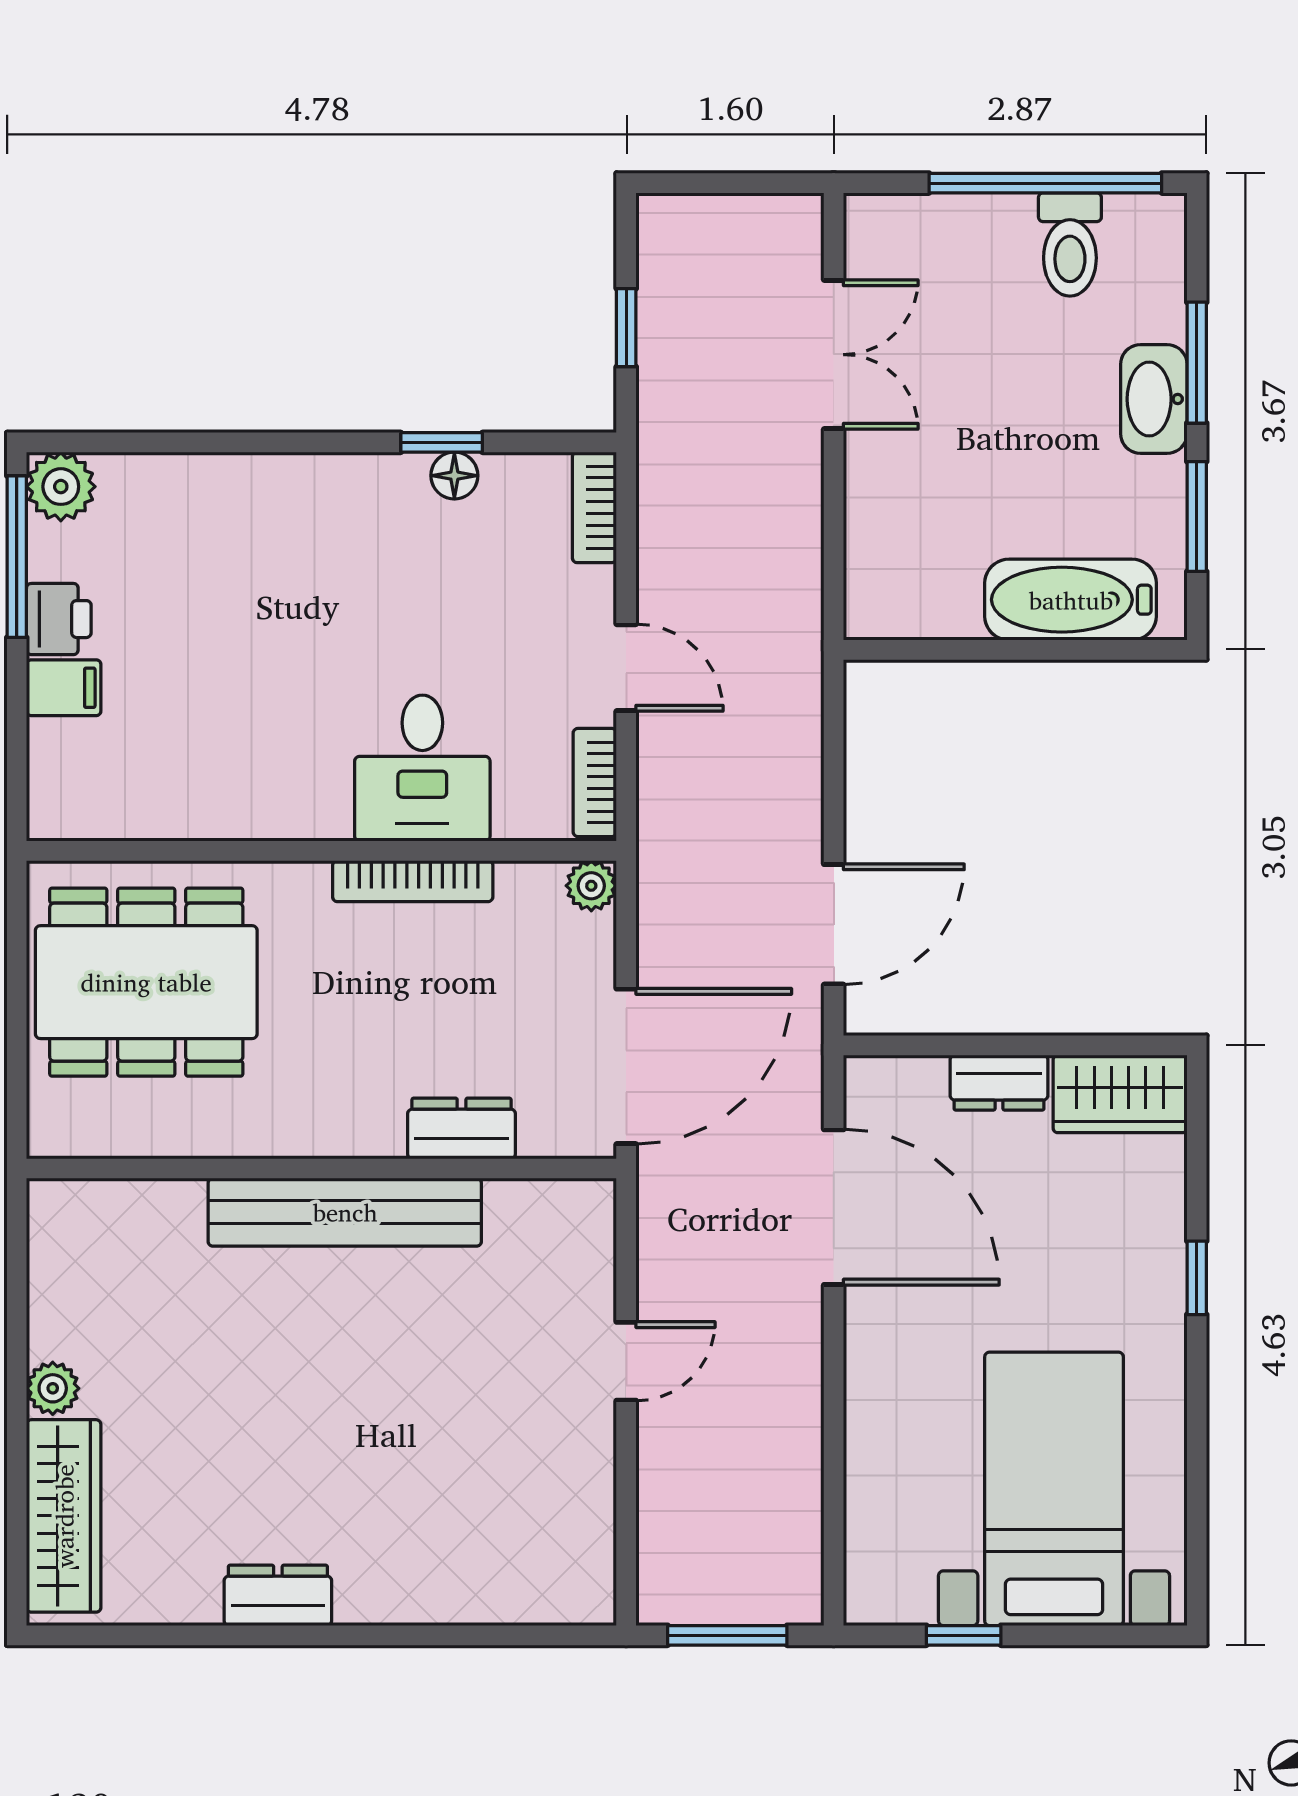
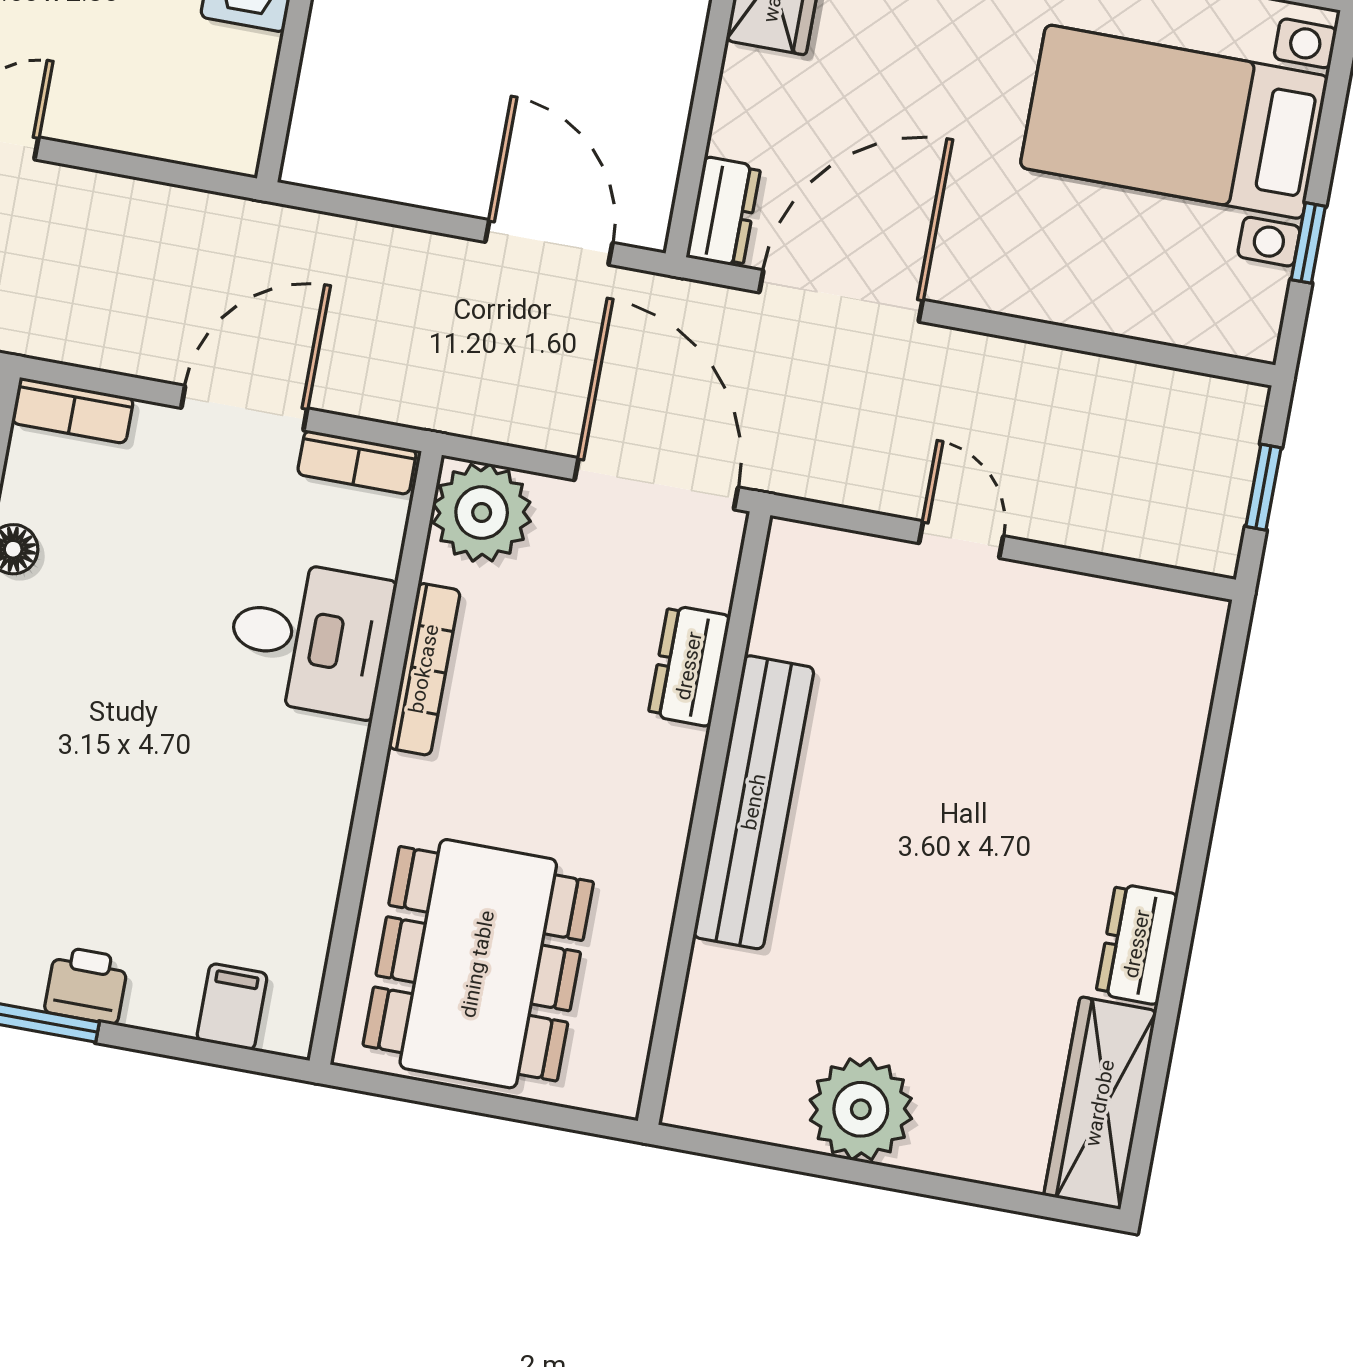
door: (626, 668) -> (244, 408), width x1.38
filing cabinet: (64, 688) -> (232, 1007), moved
plant: (591, 886) -> (482, 513), width x1.88, depth x1.88
dresser: (999, 1083) -> (723, 212), moved
plant: (53, 1388) -> (861, 1109), width x1.87, depth x1.87
wardrobe: (64, 1516) -> (1100, 1103), moved, turned -90
window: (727, 1635) -> (1263, 487), width x0.67

